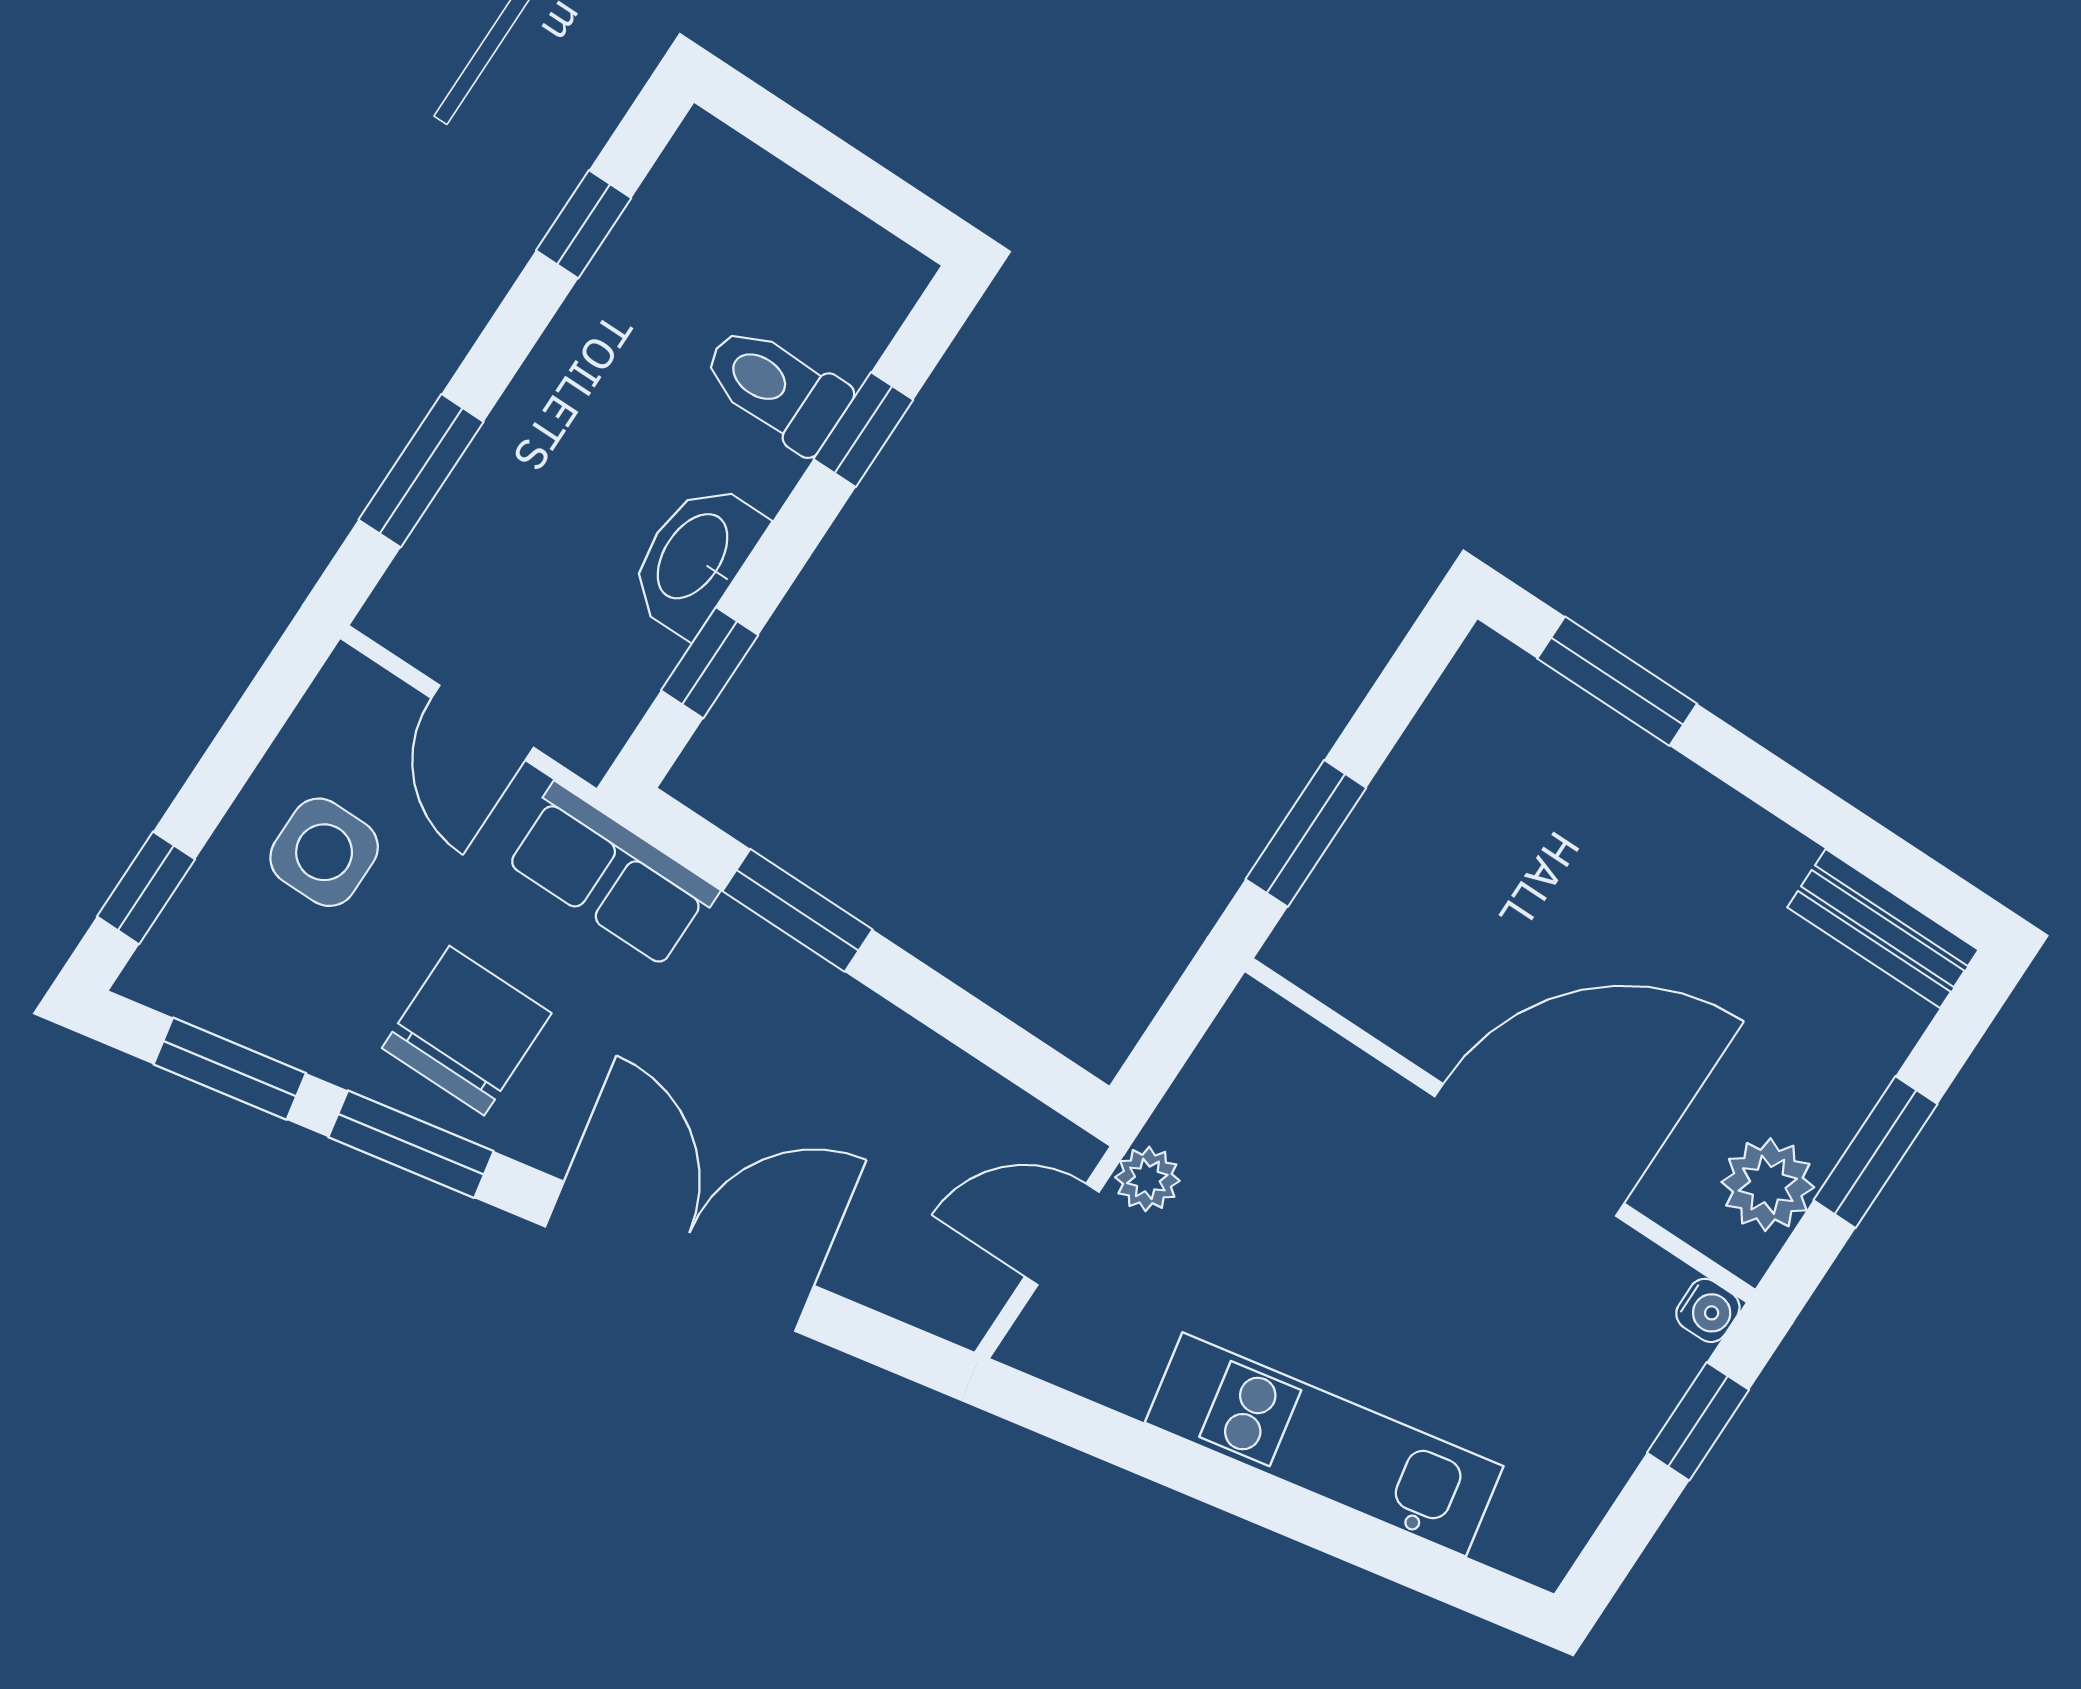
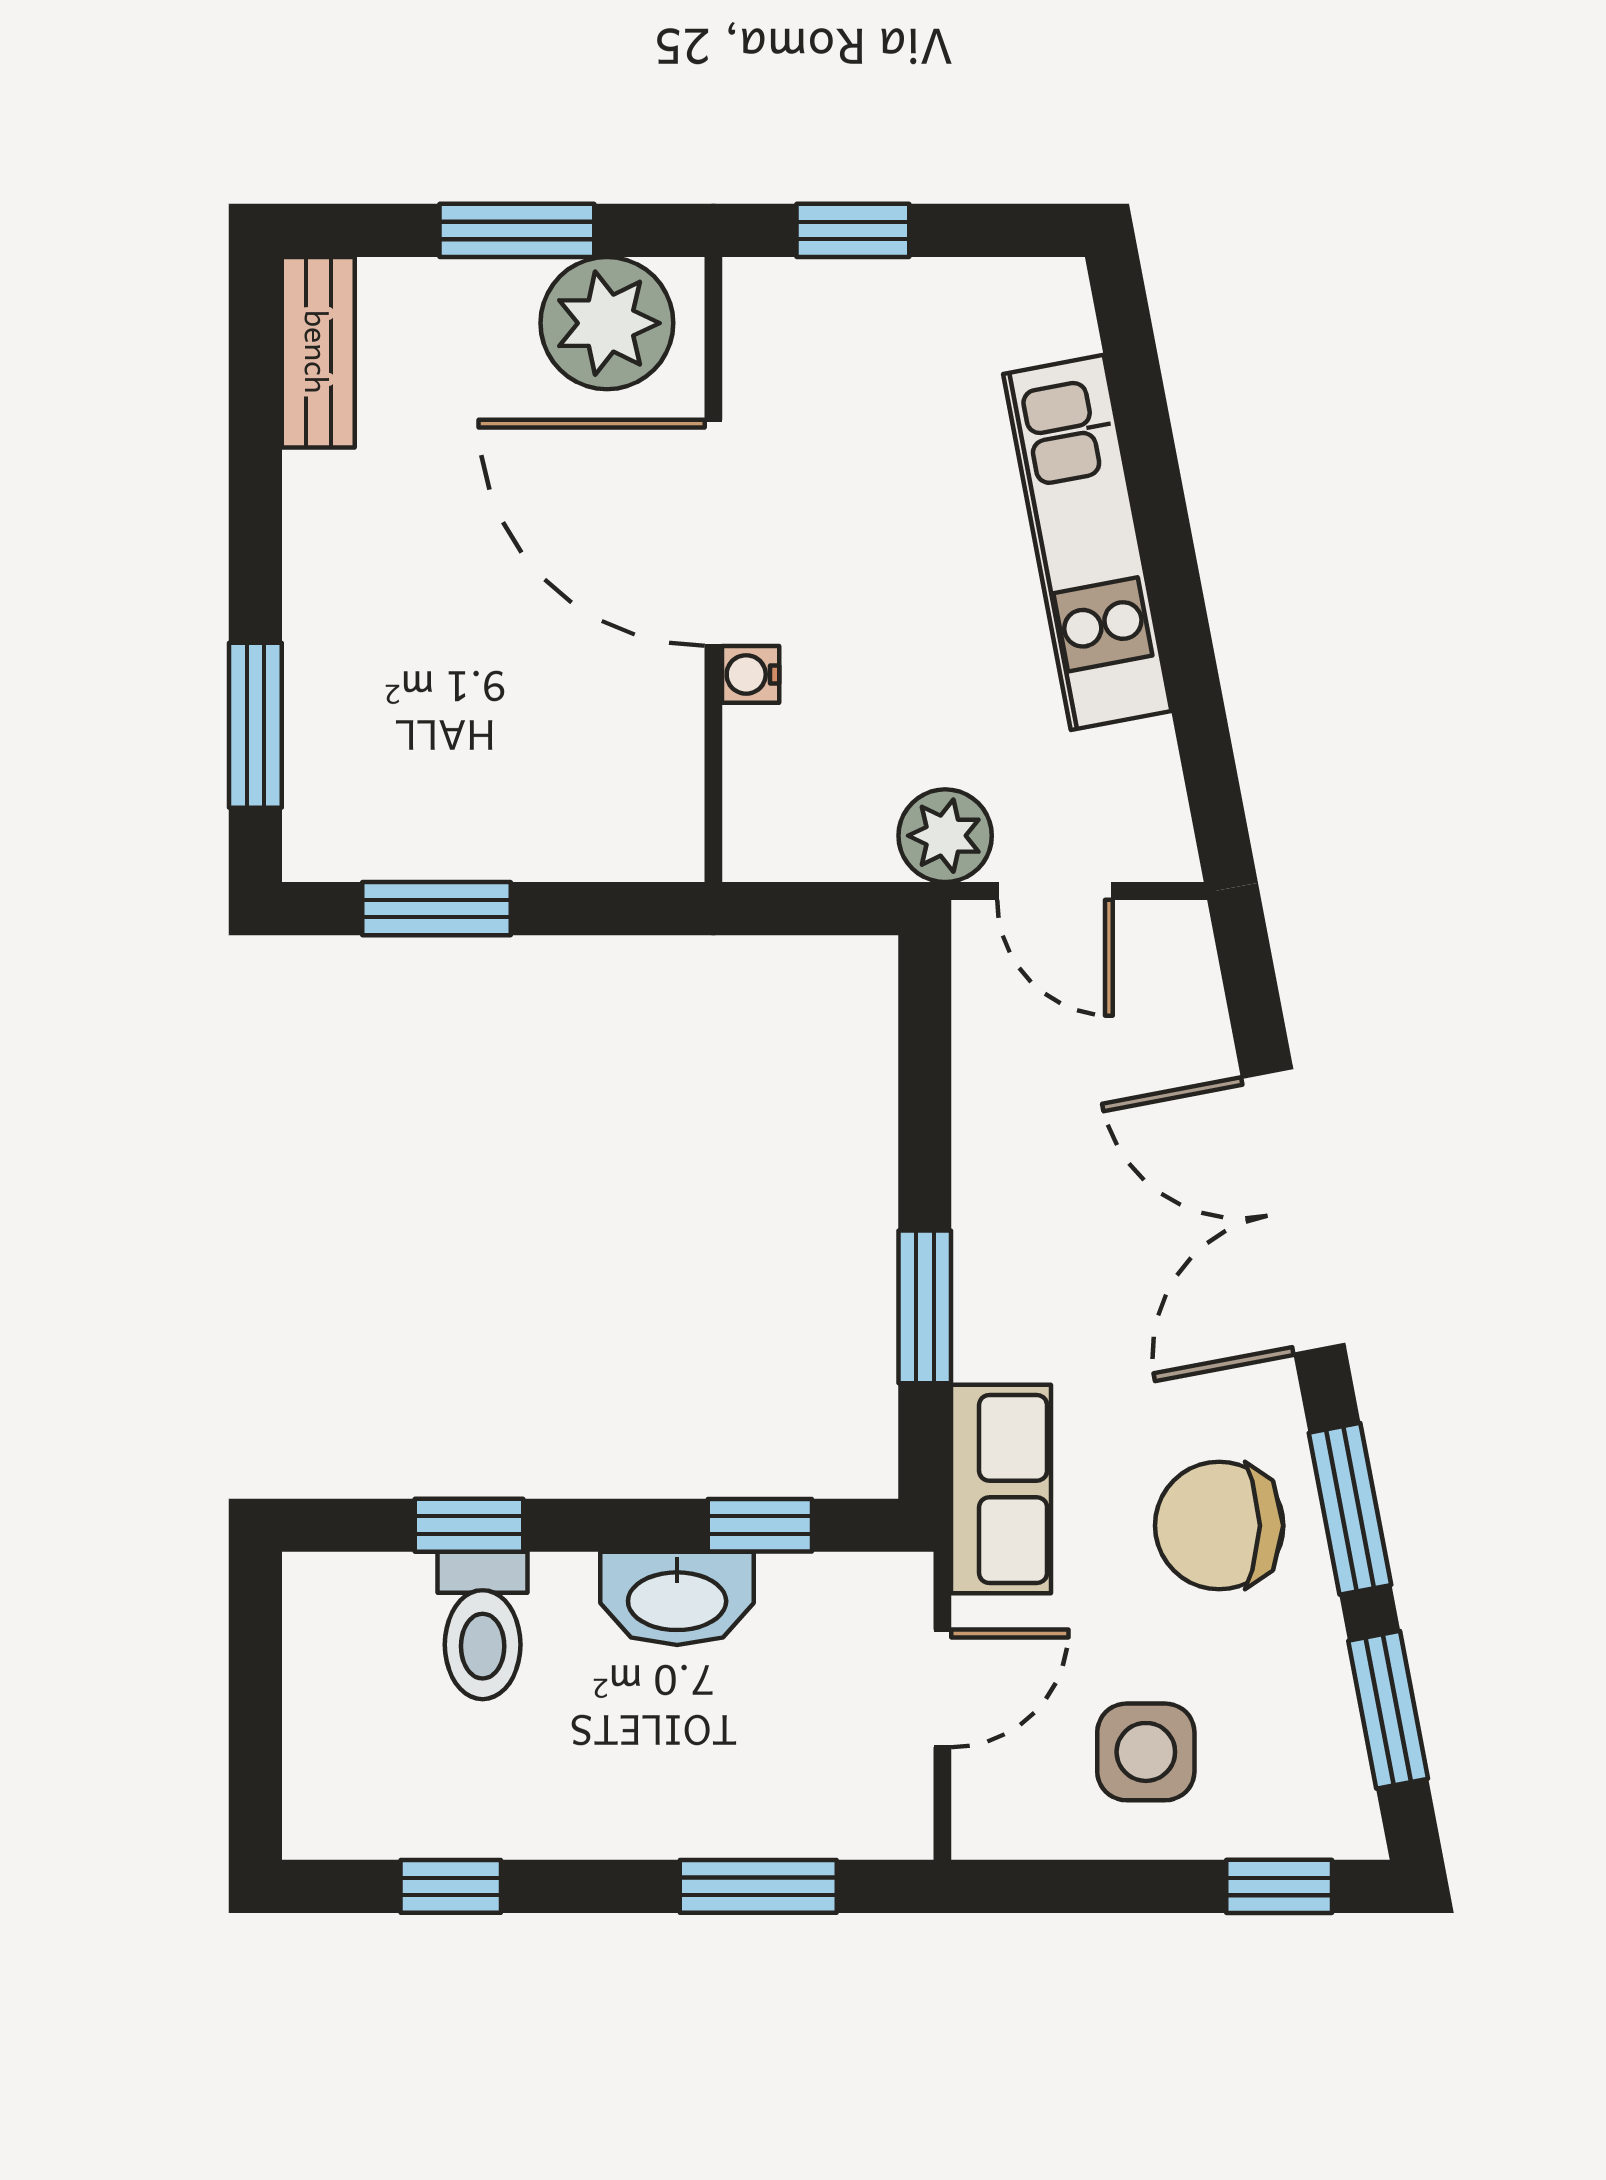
window: (1306, 833) -> (436, 909), moved
plant: (1147, 1179) -> (945, 836), width x1.38, depth x1.38
plant: (1768, 1185) -> (607, 323), width x1.36, depth x1.36
water cooler: (1708, 1310) -> (751, 674), moved, turned -90

